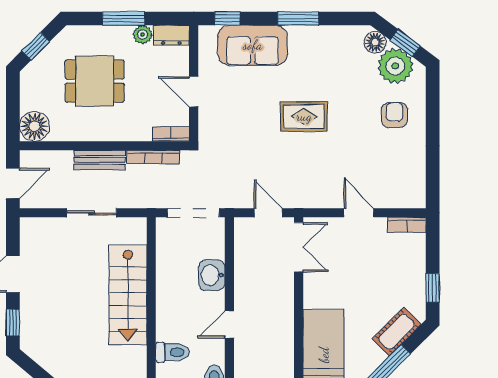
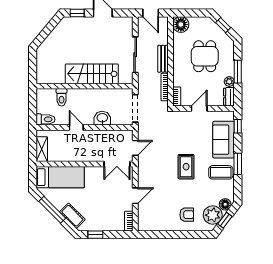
coffee table: (315, 51) -> (221, 172), added
sliding door: (92, 213) -> (135, 55), width x1.37

